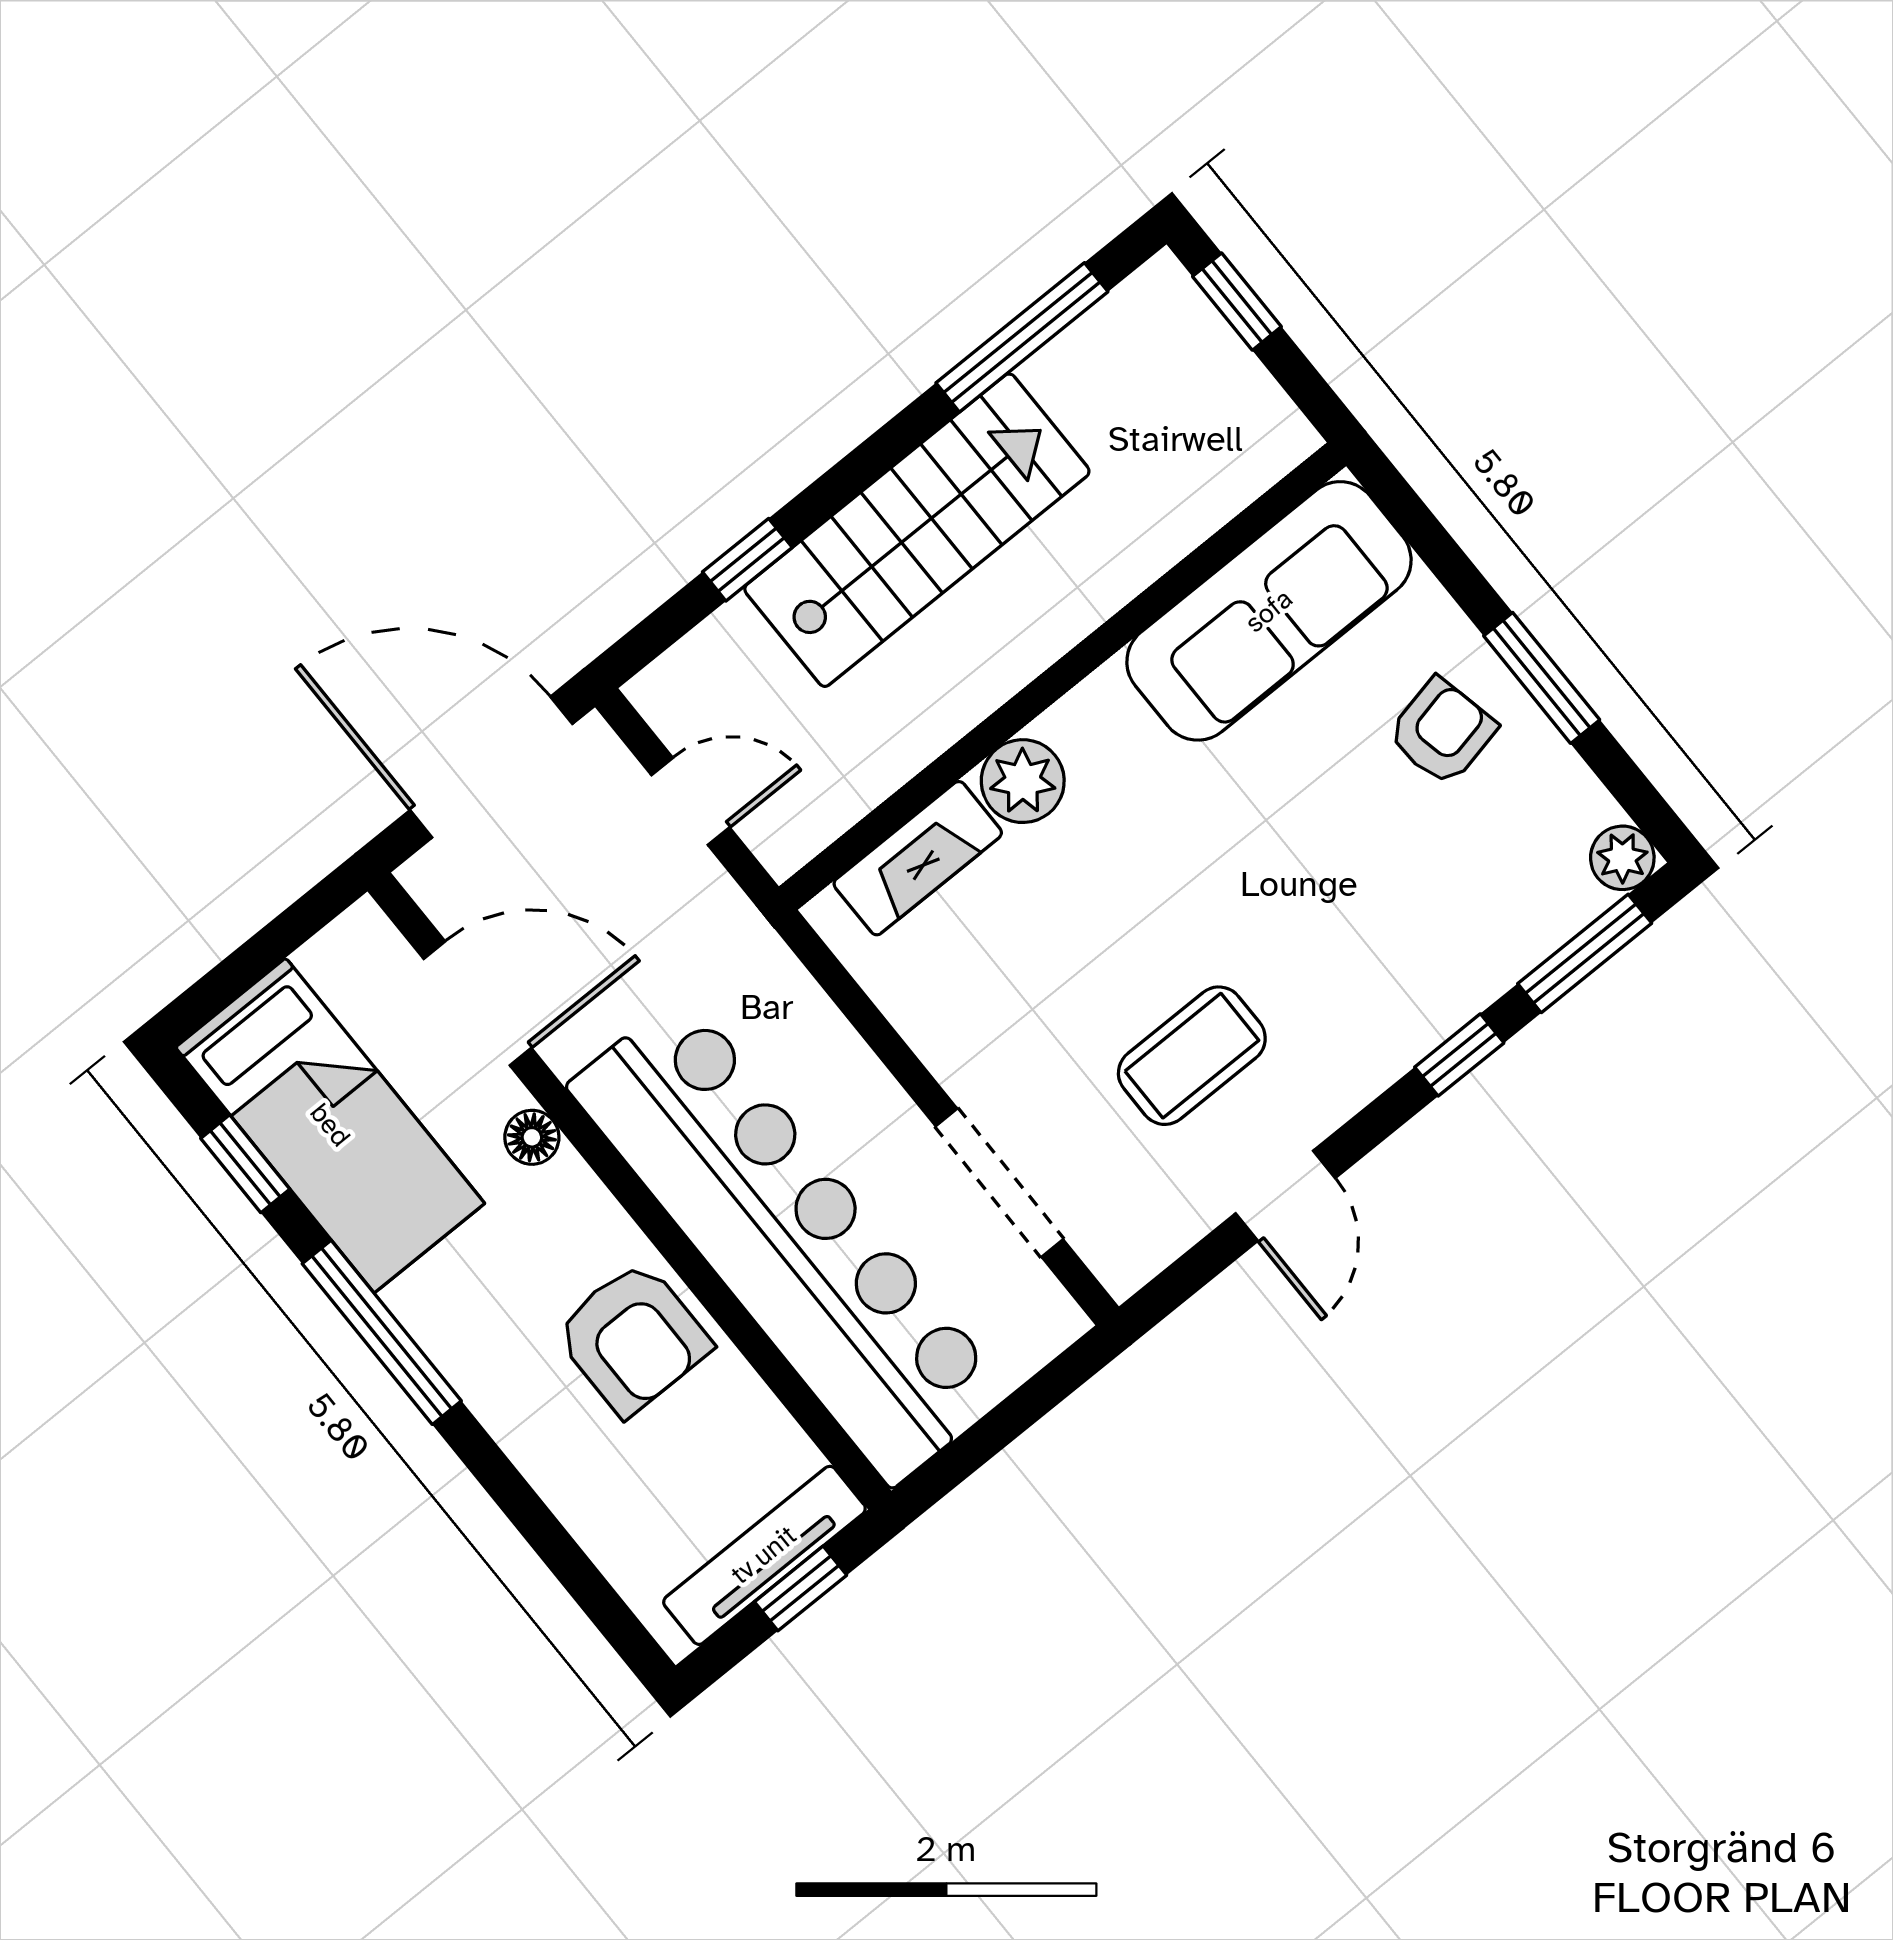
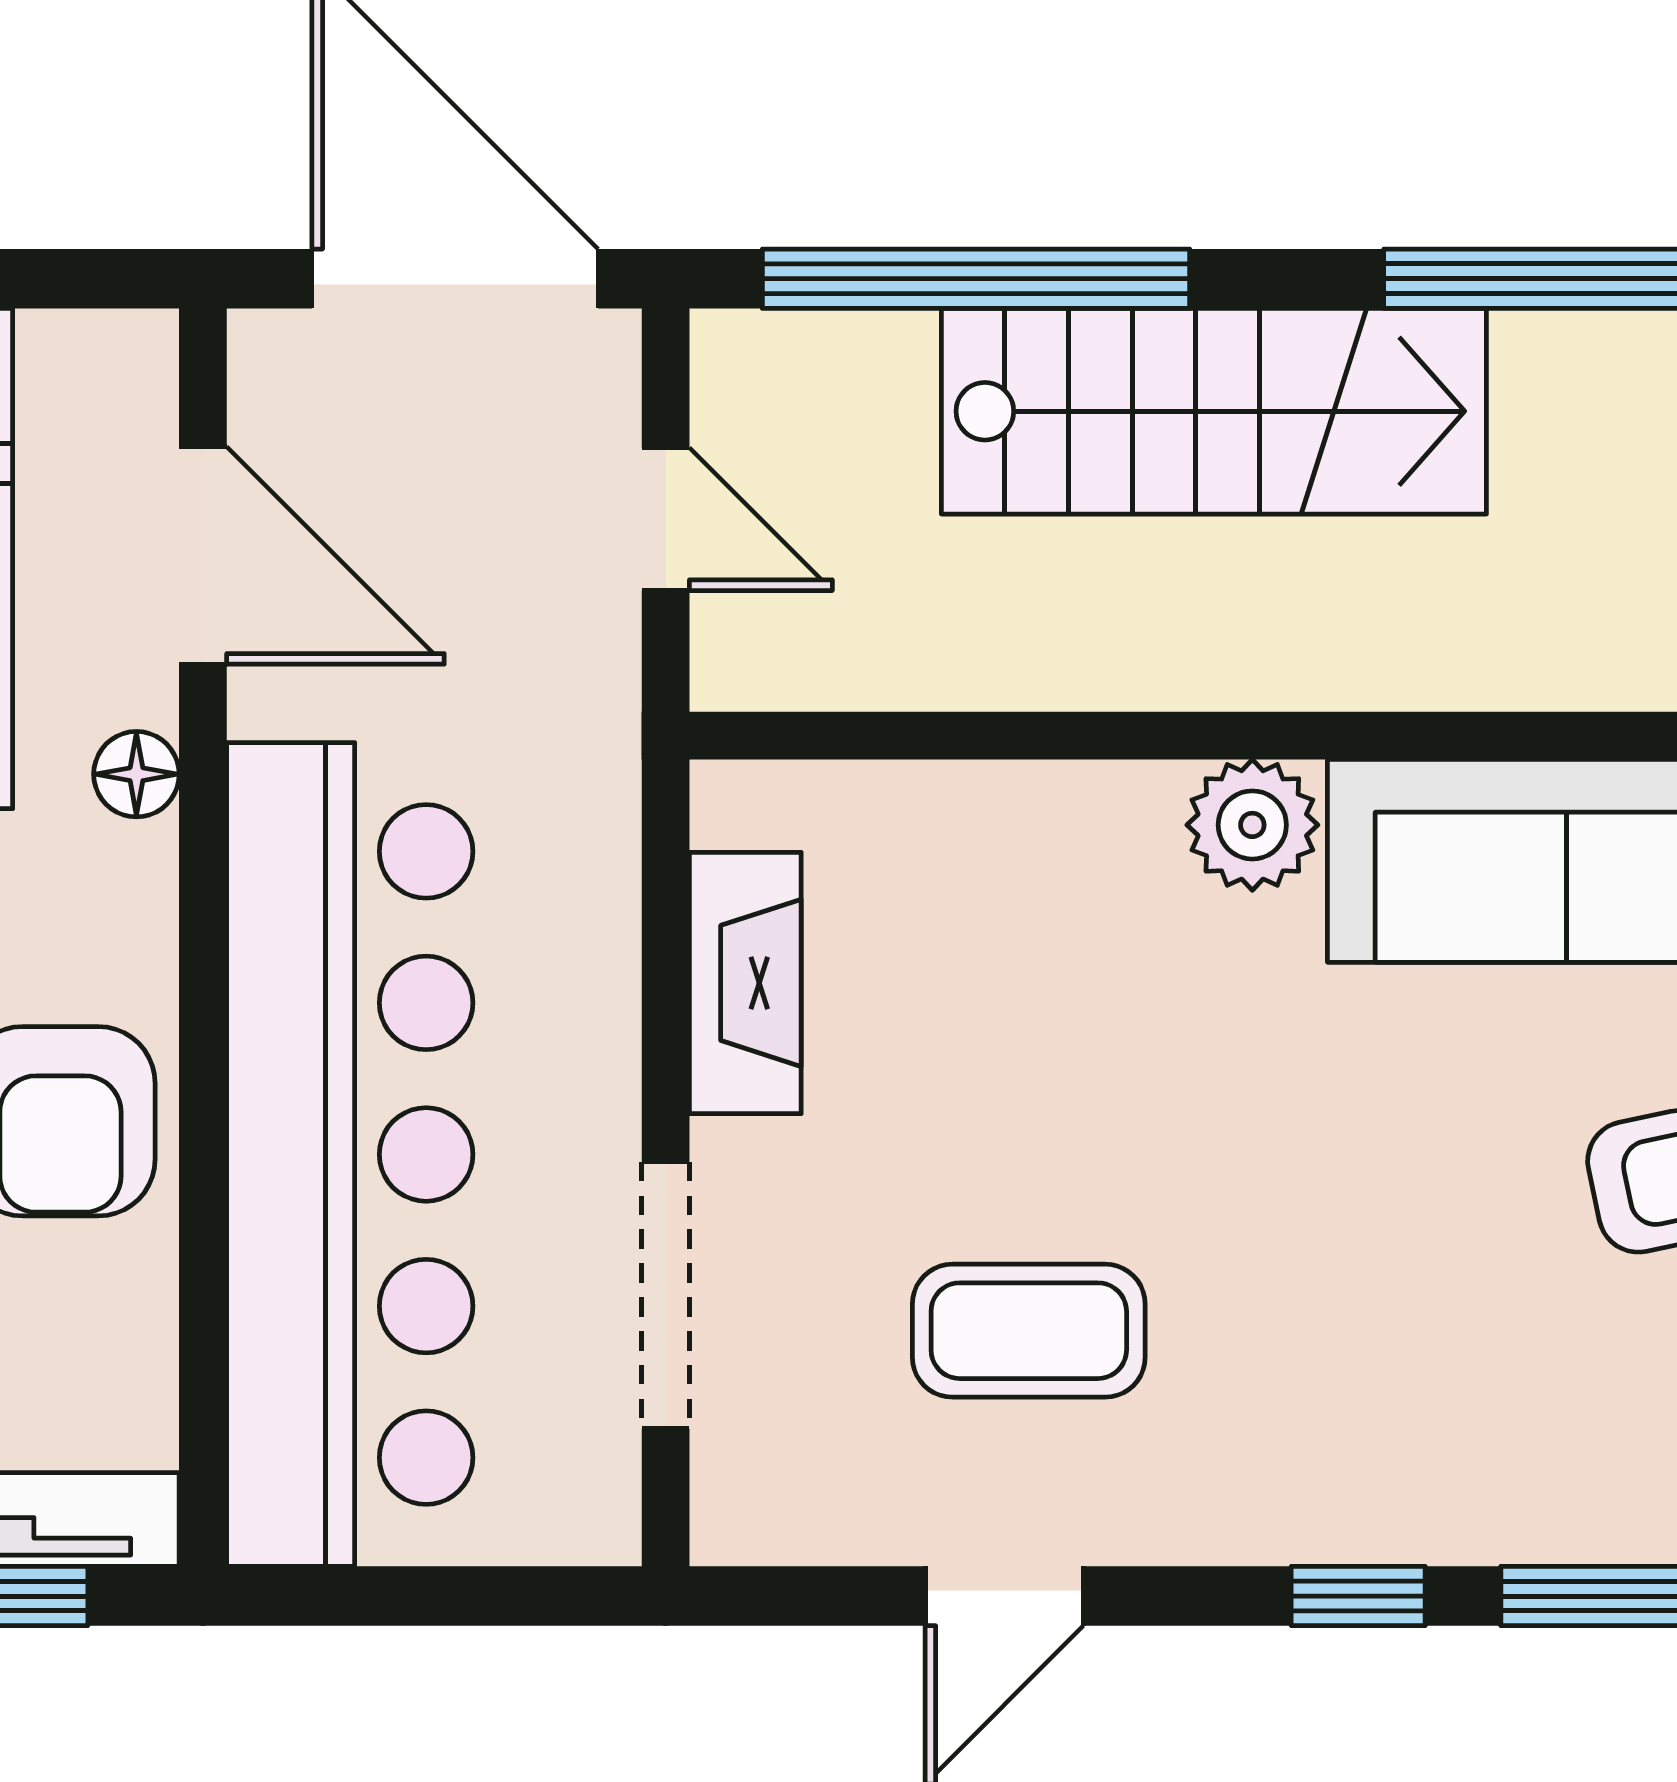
window: (747, 560) -> (976, 279), width x3.17
plant: (1023, 781) -> (1252, 825), moved
fireplace: (918, 858) -> (745, 983), moved, turned -90

